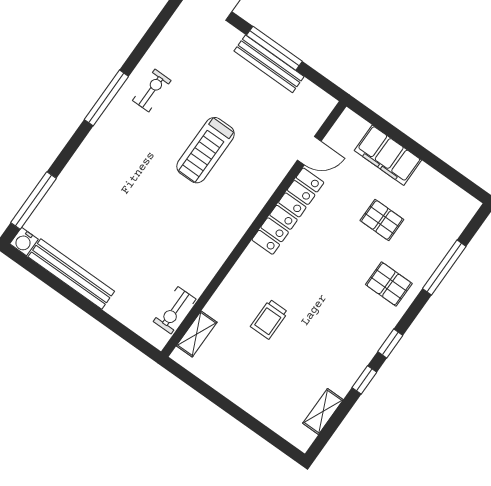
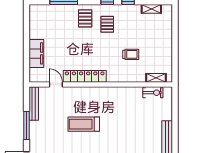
bench: (269, 64) -> (34, 104), moved
treadmill: (206, 150) -> (84, 124), turned 180
pallet: (382, 220) -> (107, 24), moved

